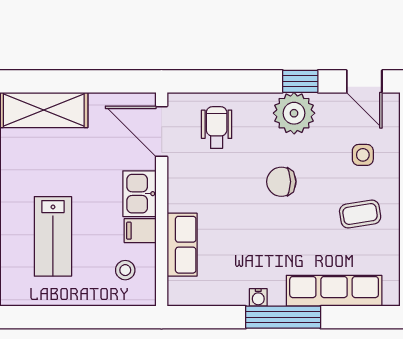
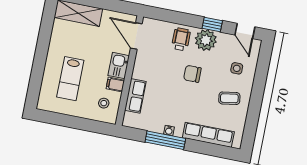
wheelchair: (217, 128) -> (181, 39), moved
window: (283, 317) -> (165, 140), moved

